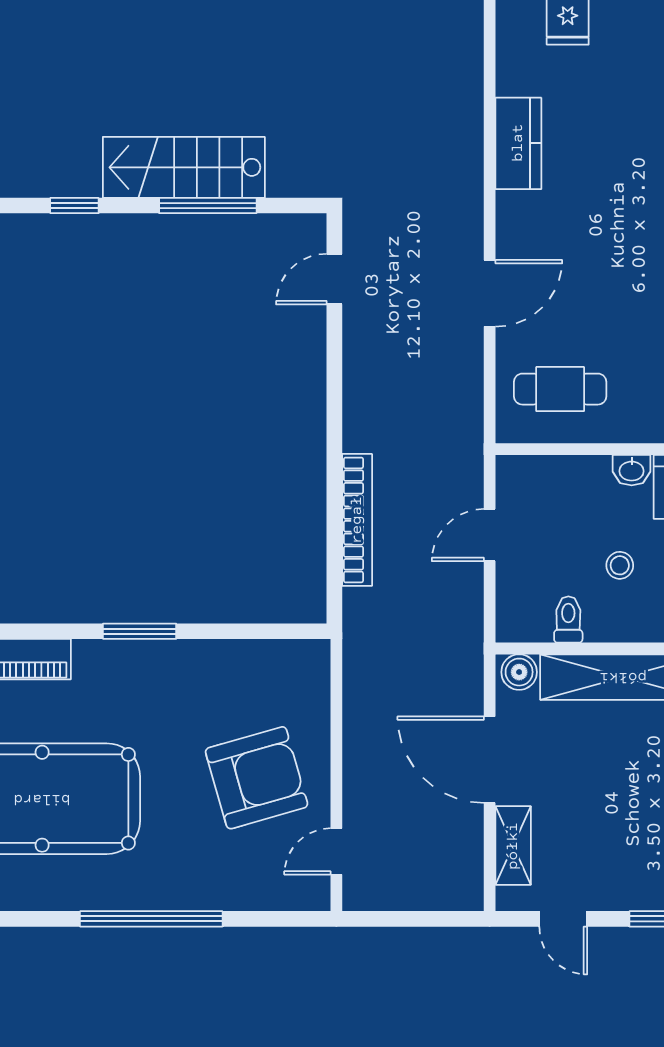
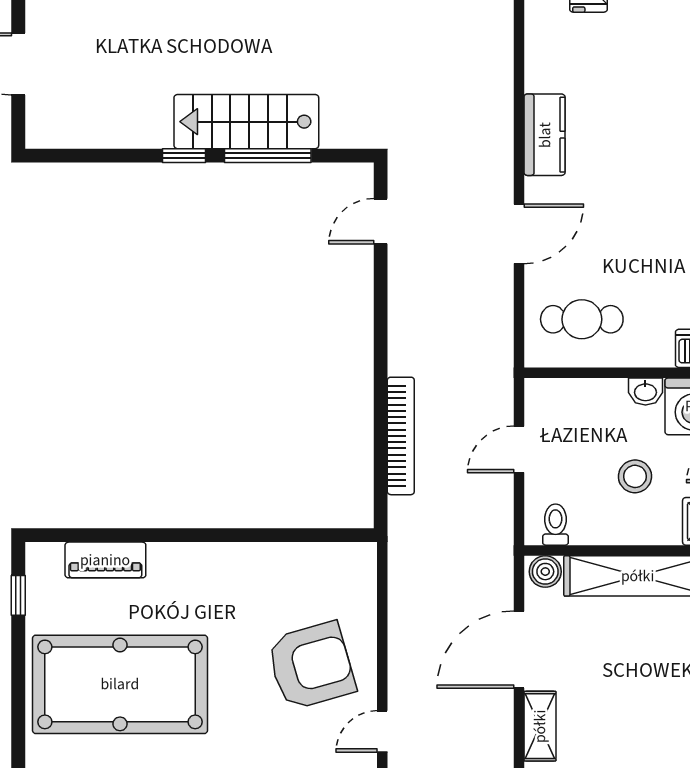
kitchen counter: (518, 143) -> (545, 135), moved
window: (74, 206) -> (184, 156), moved
stool: (620, 565) -> (635, 476), width x1.37, depth x1.37
toilet: (568, 620) -> (555, 525), moved
window: (140, 631) -> (207, 535), removed
door: (490, 760) -> (519, 650), hinge flipped

